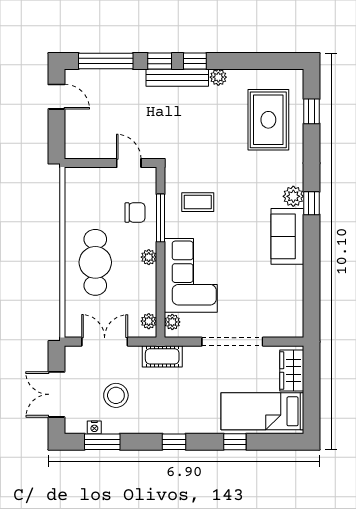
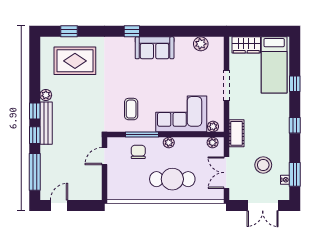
plant: (293, 196) -> (201, 44), moved
doorway: (232, 342) -> (226, 85), width x0.73

